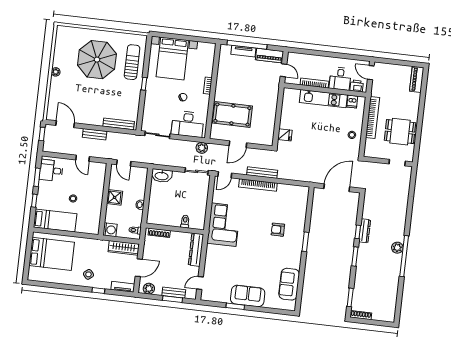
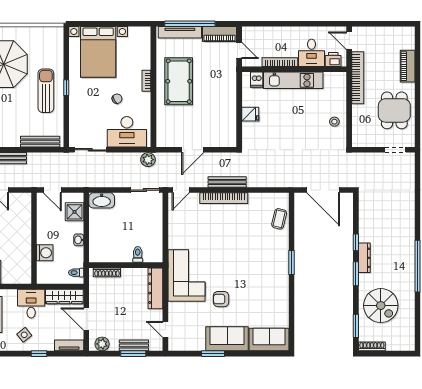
tv unit: (243, 51) -> (180, 32), width x1.41
sun lounger: (132, 62) -> (46, 91), moved
piano: (417, 79) -> (408, 66), moved
dishwasher: (352, 102) -> (257, 80), moved
pool table: (232, 114) -> (179, 81), moved, turned 90
bookcase: (373, 117) -> (358, 78), moved
dining table: (400, 132) -> (394, 110), turned 90
fridge: (285, 135) -> (250, 114), moved
door: (337, 188) -> (323, 190), swing flipped
shower: (115, 197) -> (75, 212), moved
coffee table: (300, 206) -> (279, 219), added
corner sofa: (224, 225) -> (187, 276), moved
washing machine: (110, 230) -> (45, 253), moved
armchair: (278, 230) -> (221, 299), moved
dresser: (365, 231) -> (364, 258), moved
plant: (397, 248) -> (408, 256), removed
desk: (97, 251) -> (31, 304), added
door: (139, 268) -> (86, 319), swing flipped
door: (200, 283) -> (165, 329), hinge flipped
sofa: (289, 284) -> (269, 339), moved, turned 90
spiral stairs: (372, 284) -> (381, 306), added

